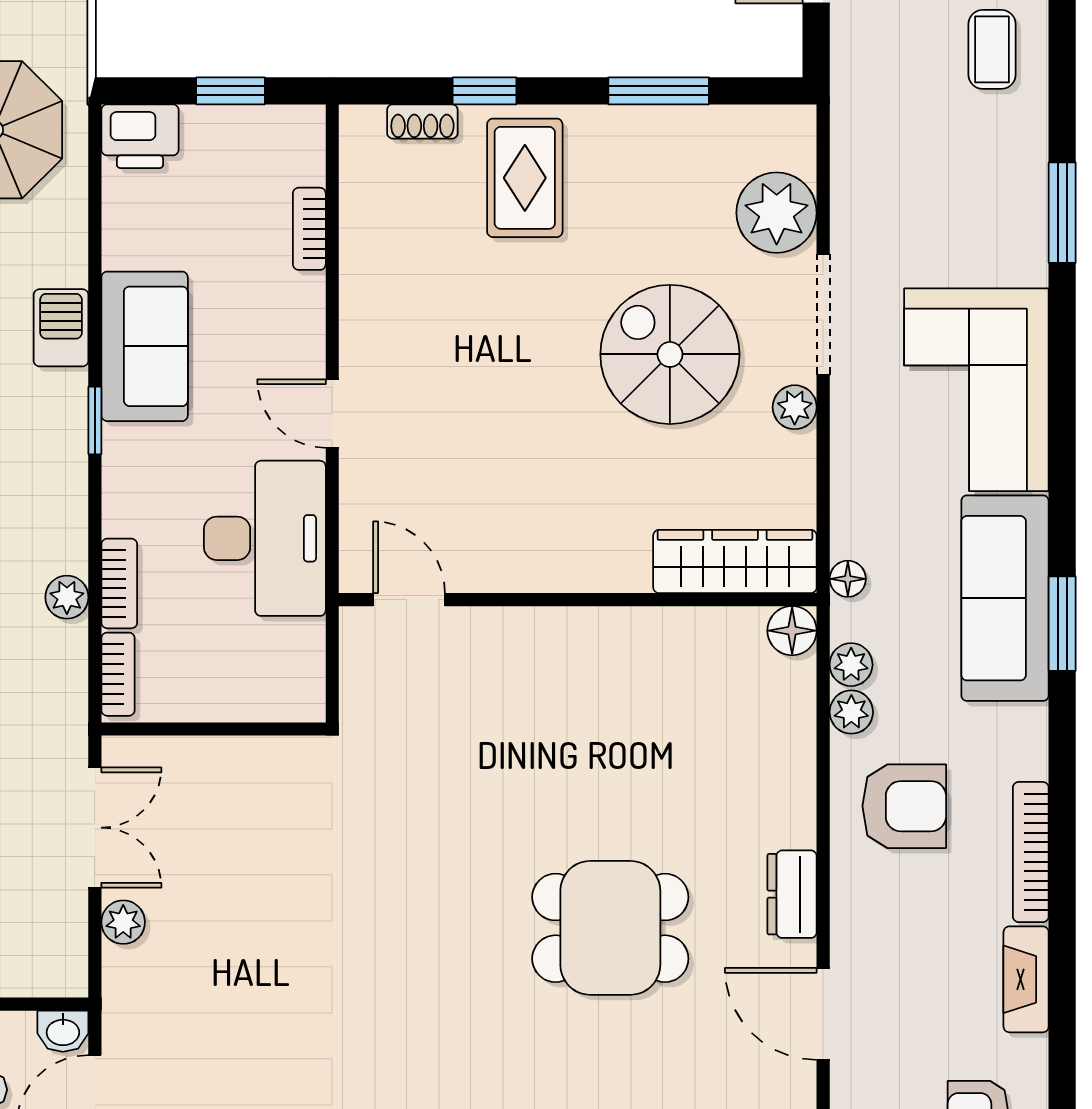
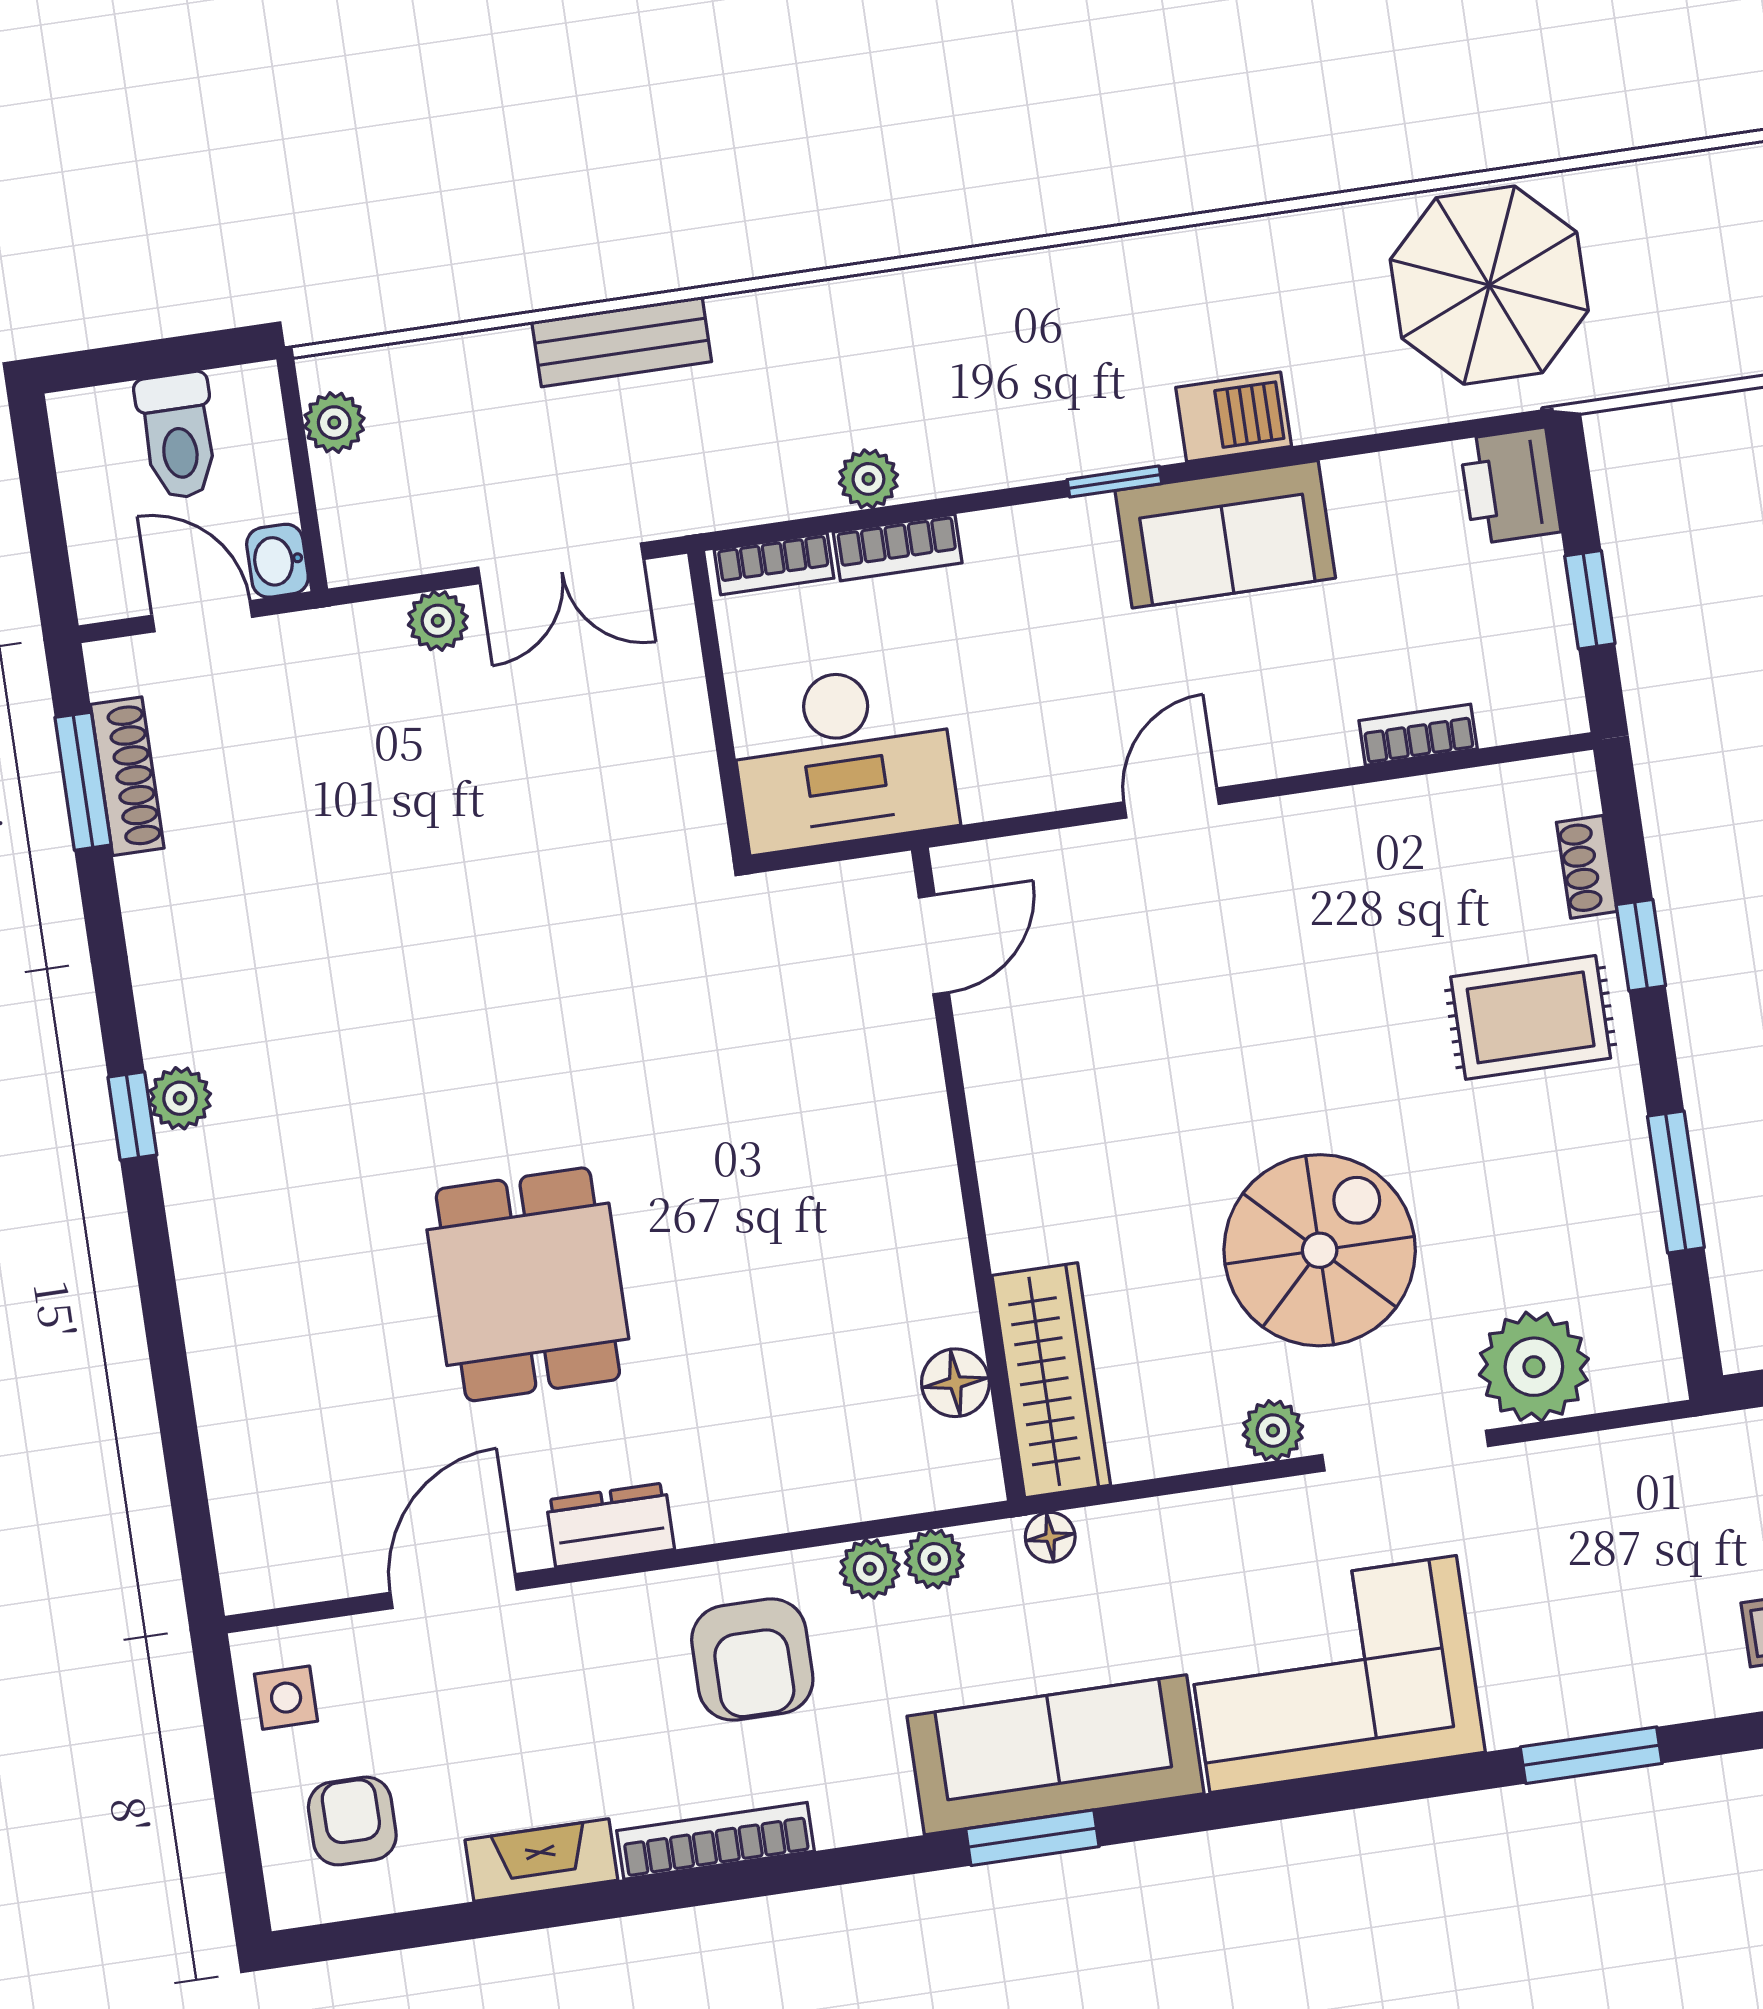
desk: (265, 538) -> (843, 758), moved
floor lamp: (792, 631) -> (955, 1383), moved

